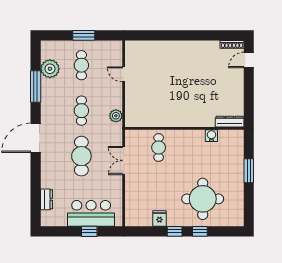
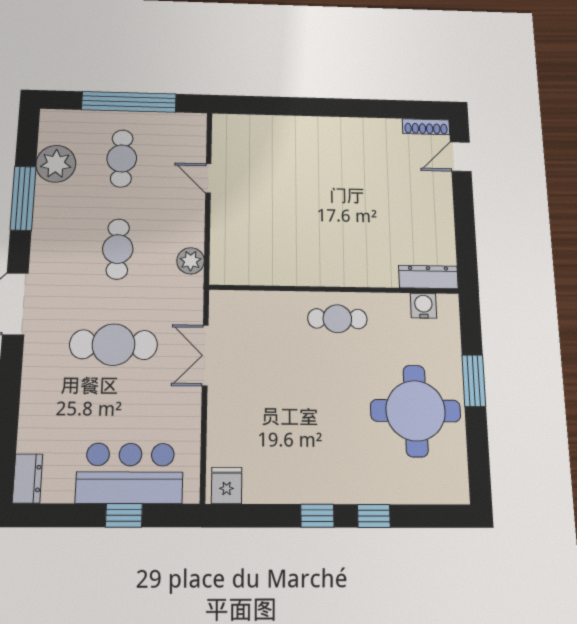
window: (84, 35) -> (129, 102), width x2.11
water cooler: (211, 136) -> (423, 306), moved
cafe table: (159, 148) -> (337, 319), moved, turned 90
cafe table: (81, 156) -> (114, 345), turned 90
dresser: (46, 199) -> (28, 478), moved
round table: (203, 199) -> (416, 411), moved
fridge: (159, 218) -> (227, 485), moved

